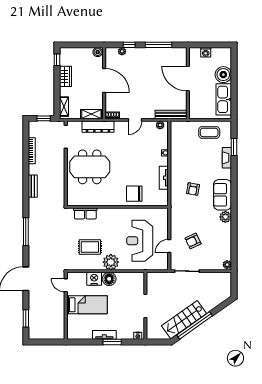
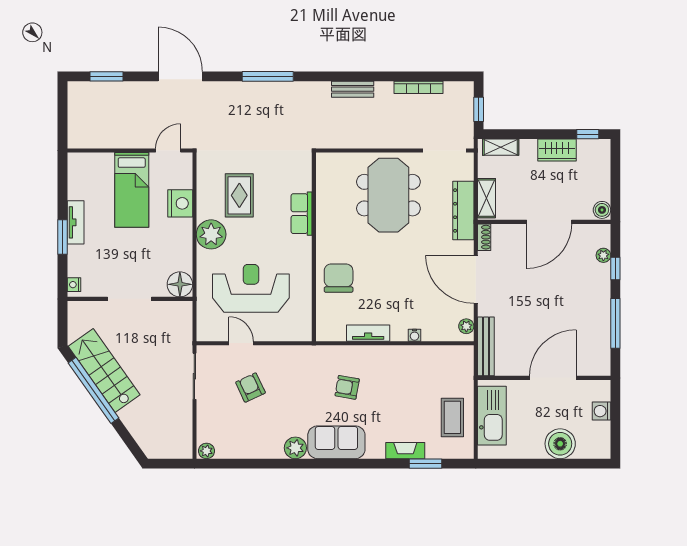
kitchen sink: (224, 99) -> (492, 416), moved, turned 90
door: (135, 120) -> (476, 279), width x1.87
row of seats: (85, 214) -> (302, 214), moved
floor lamp: (109, 279) -> (180, 284), moved

